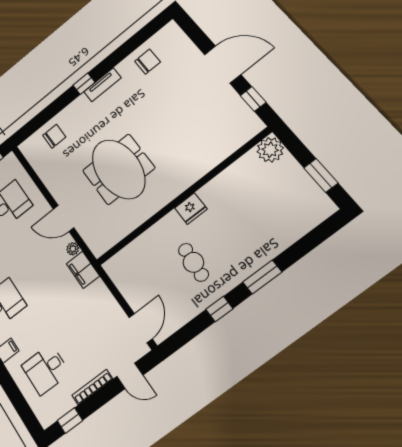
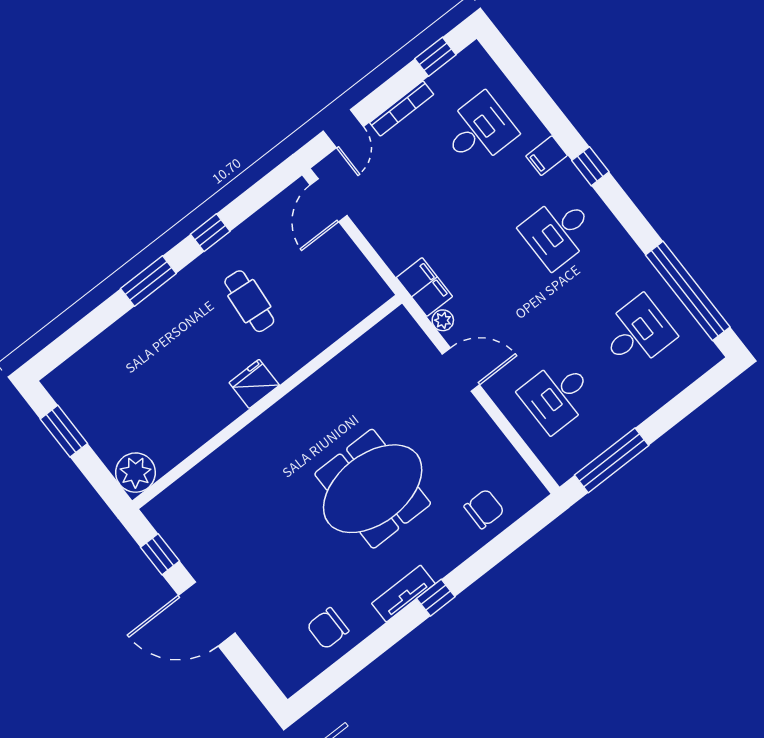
chair: (54, 136) -> (484, 509), turned 180
meeting table: (118, 169) -> (373, 489), moved, turned 90
door: (130, 376) -> (343, 129), swing flipped

